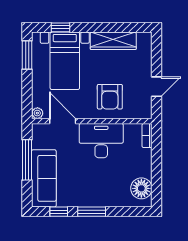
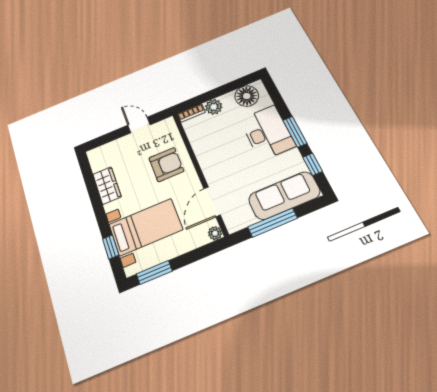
wardrobe: (113, 41) -> (107, 186), width x0.67
desk: (101, 141) -> (267, 133), moved, turned 180
plant: (144, 157) -> (214, 107), added

